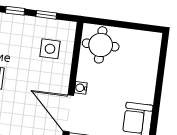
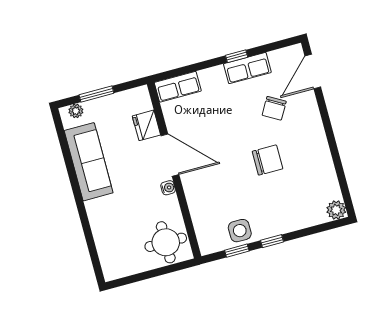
side table: (50, 49) -> (240, 231), moved

